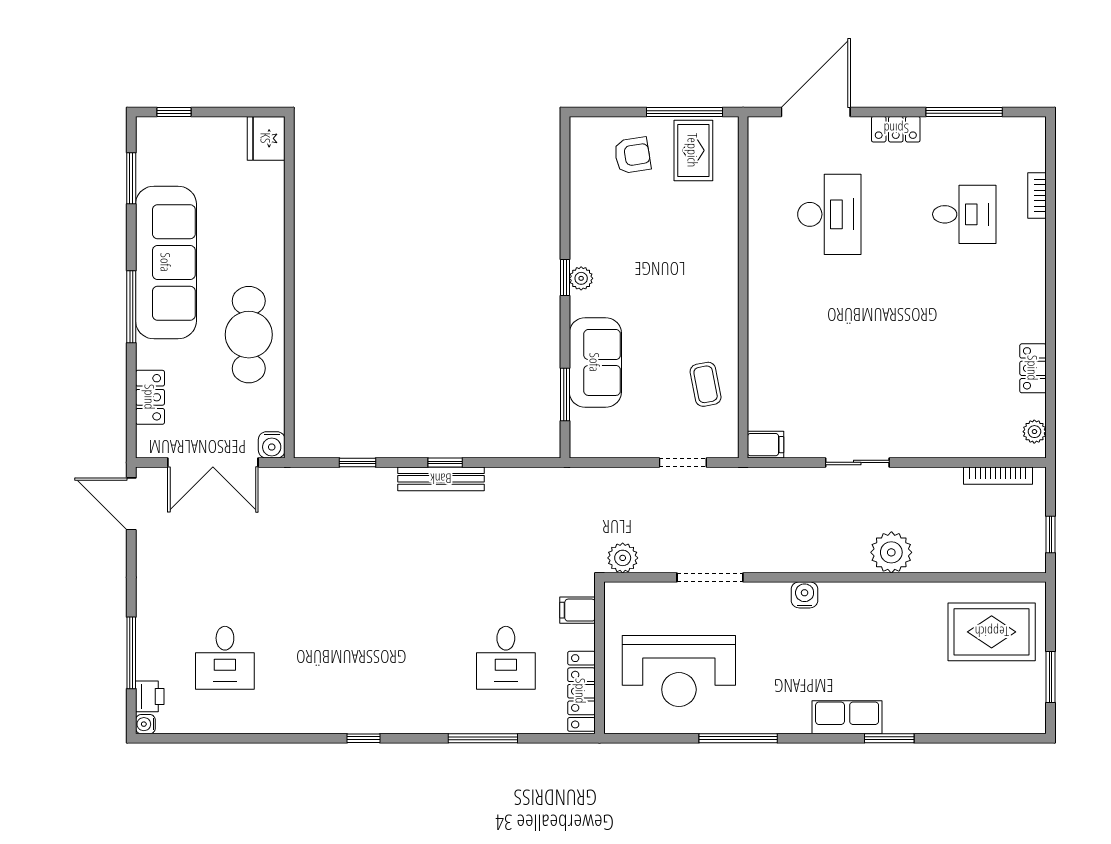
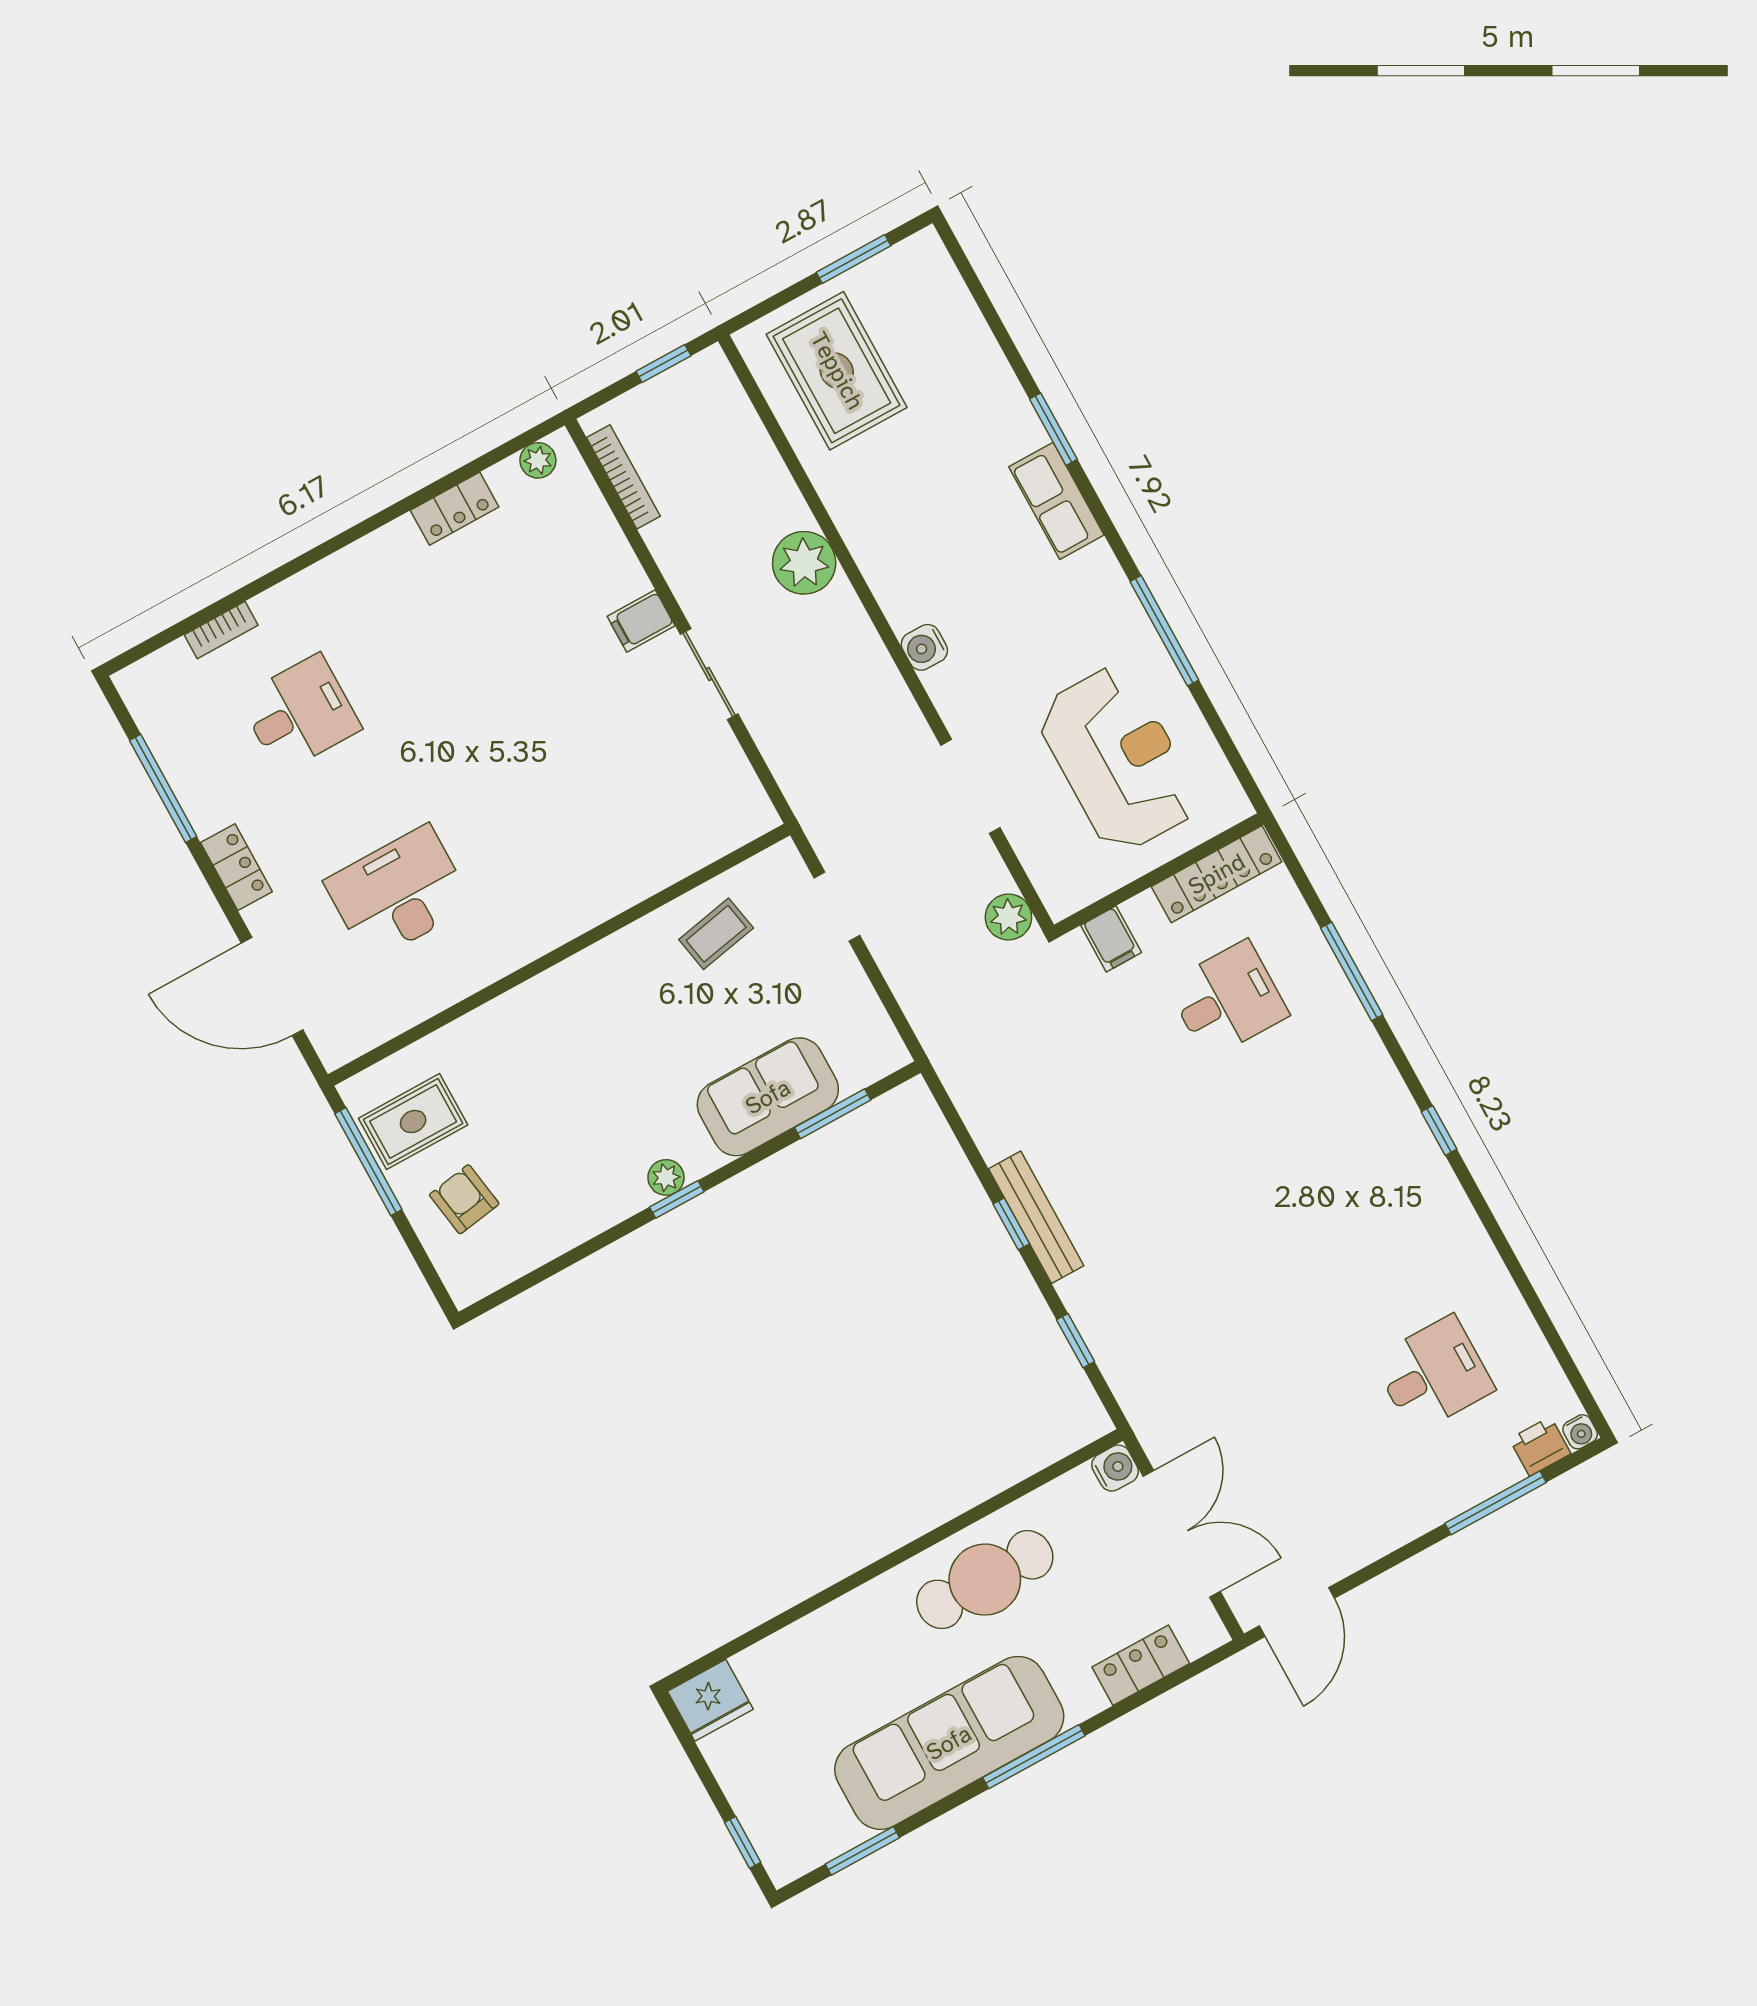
desk: (964, 214) -> (300, 713), turned 90
filing cabinet: (765, 445) -> (641, 621), moved, turned -90

